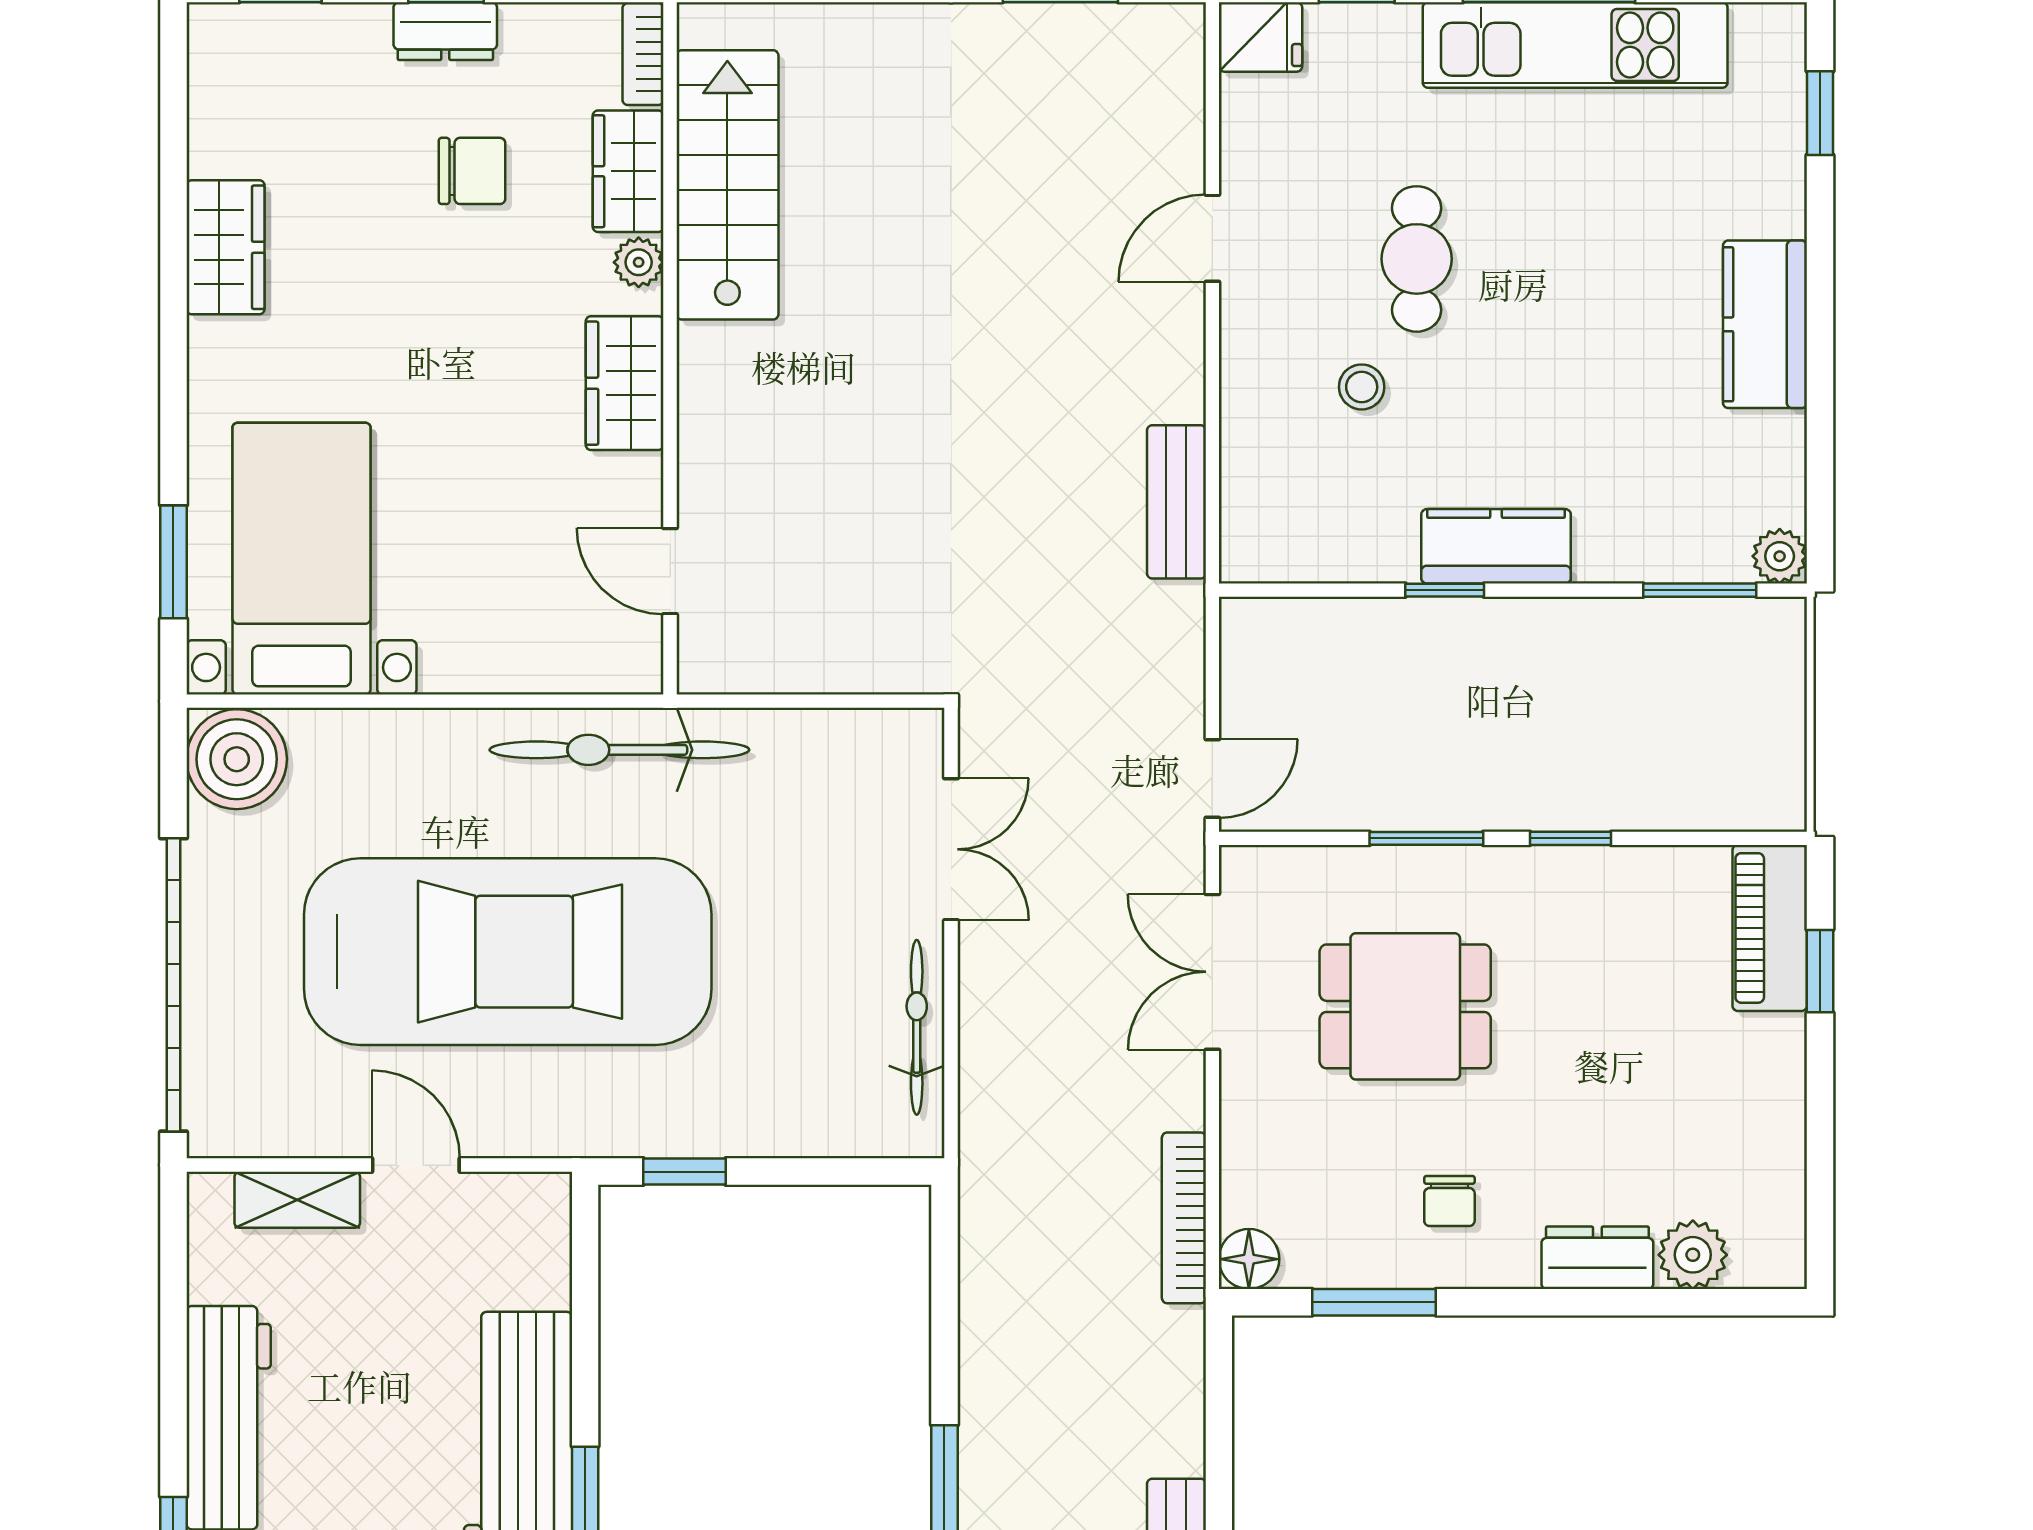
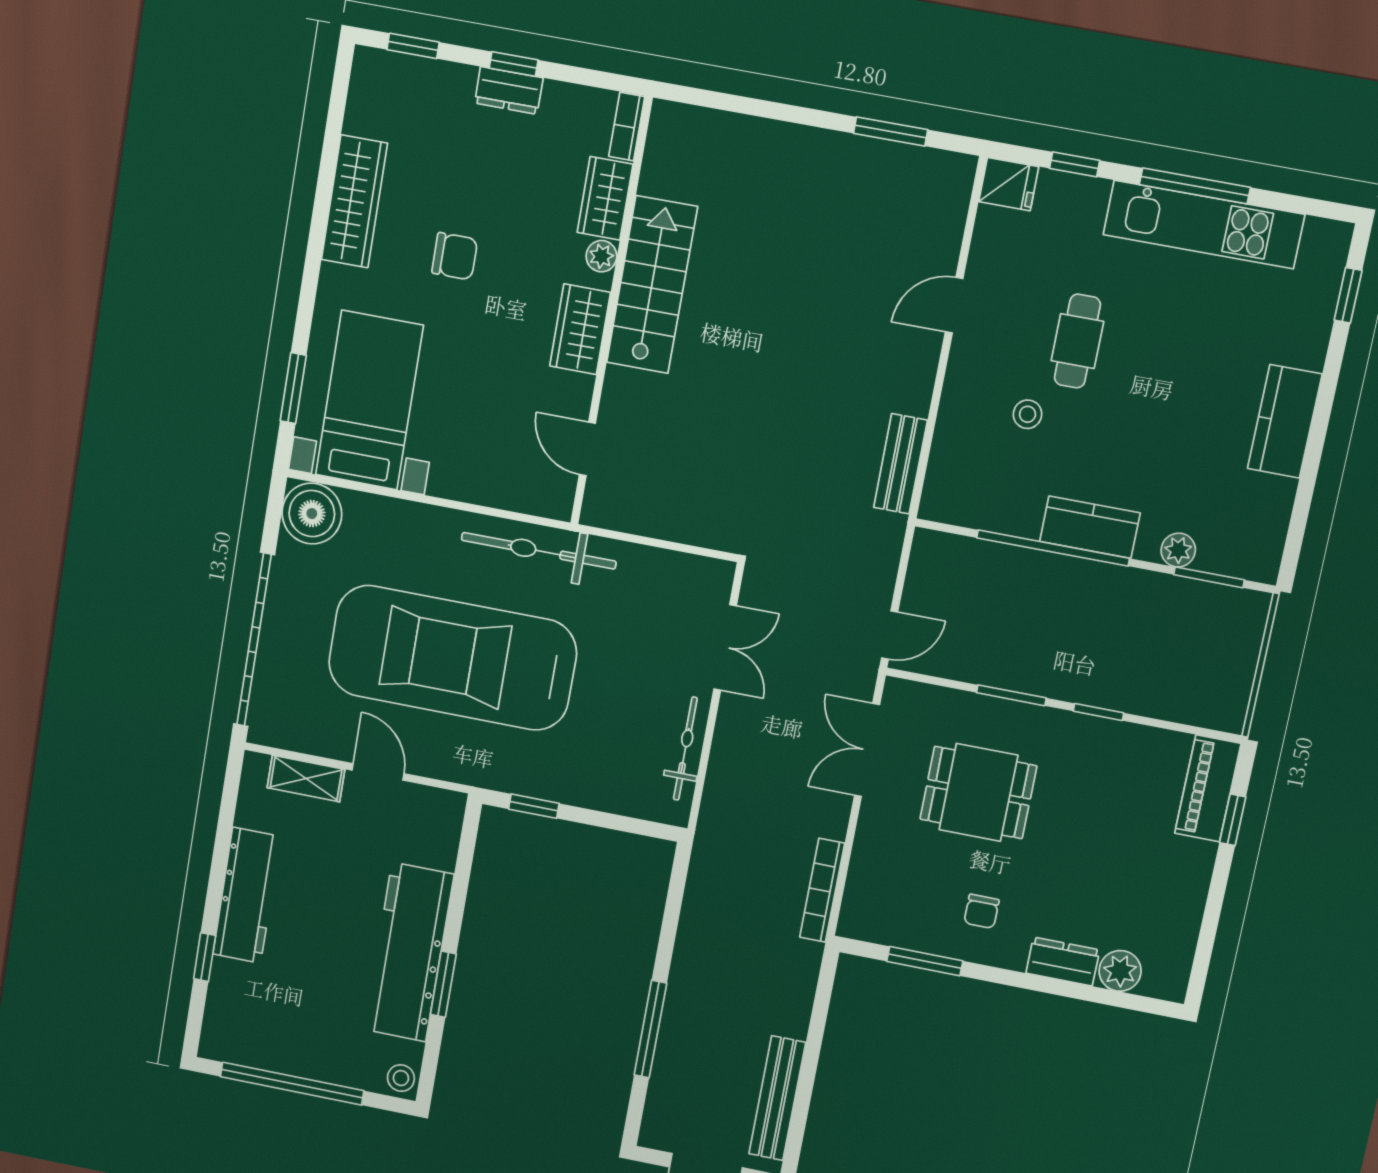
chair: (472, 171) -> (455, 256), moved
stairs: (727, 185) -> (652, 285), moved
wardrobe: (226, 247) -> (354, 201), width x1.50
plant: (1780, 556) -> (1178, 550), moved
window: (1445, 590) -> (1053, 548), width x3.17
car: (508, 952) -> (452, 658), turned 180
floor lamp: (1249, 1259) -> (856, 922), removed

